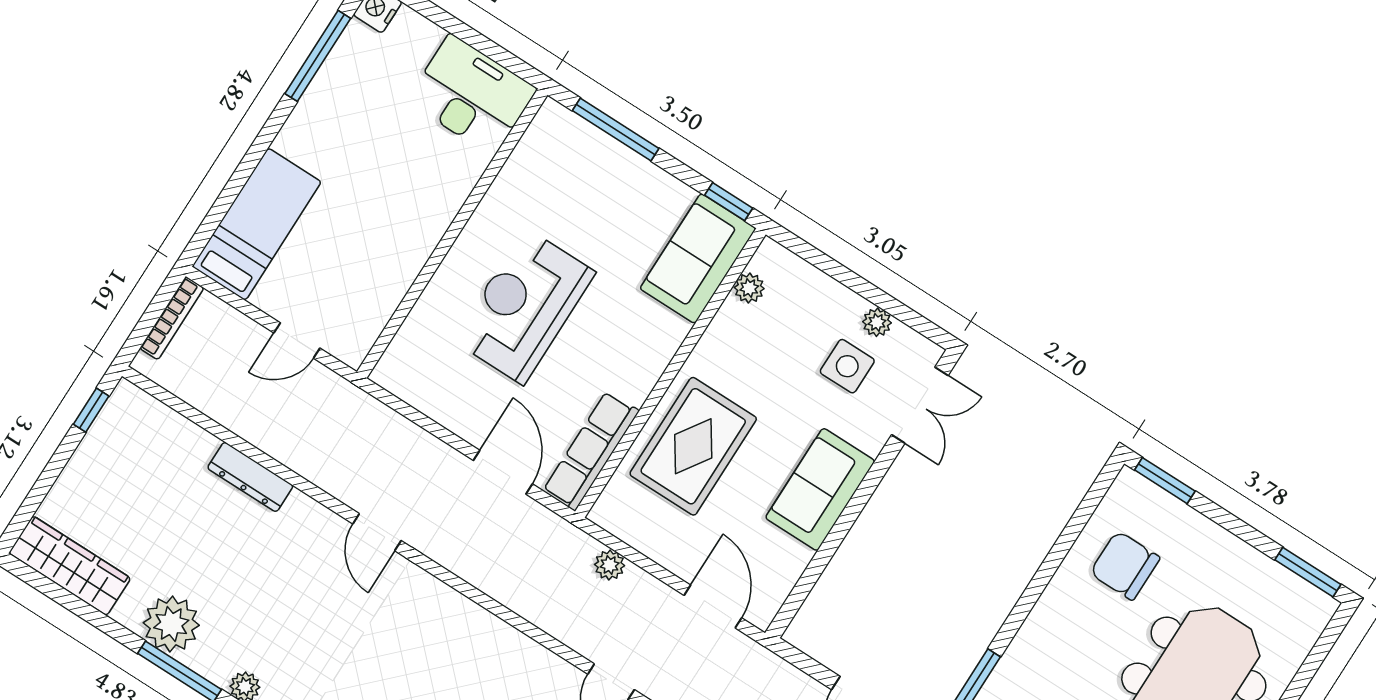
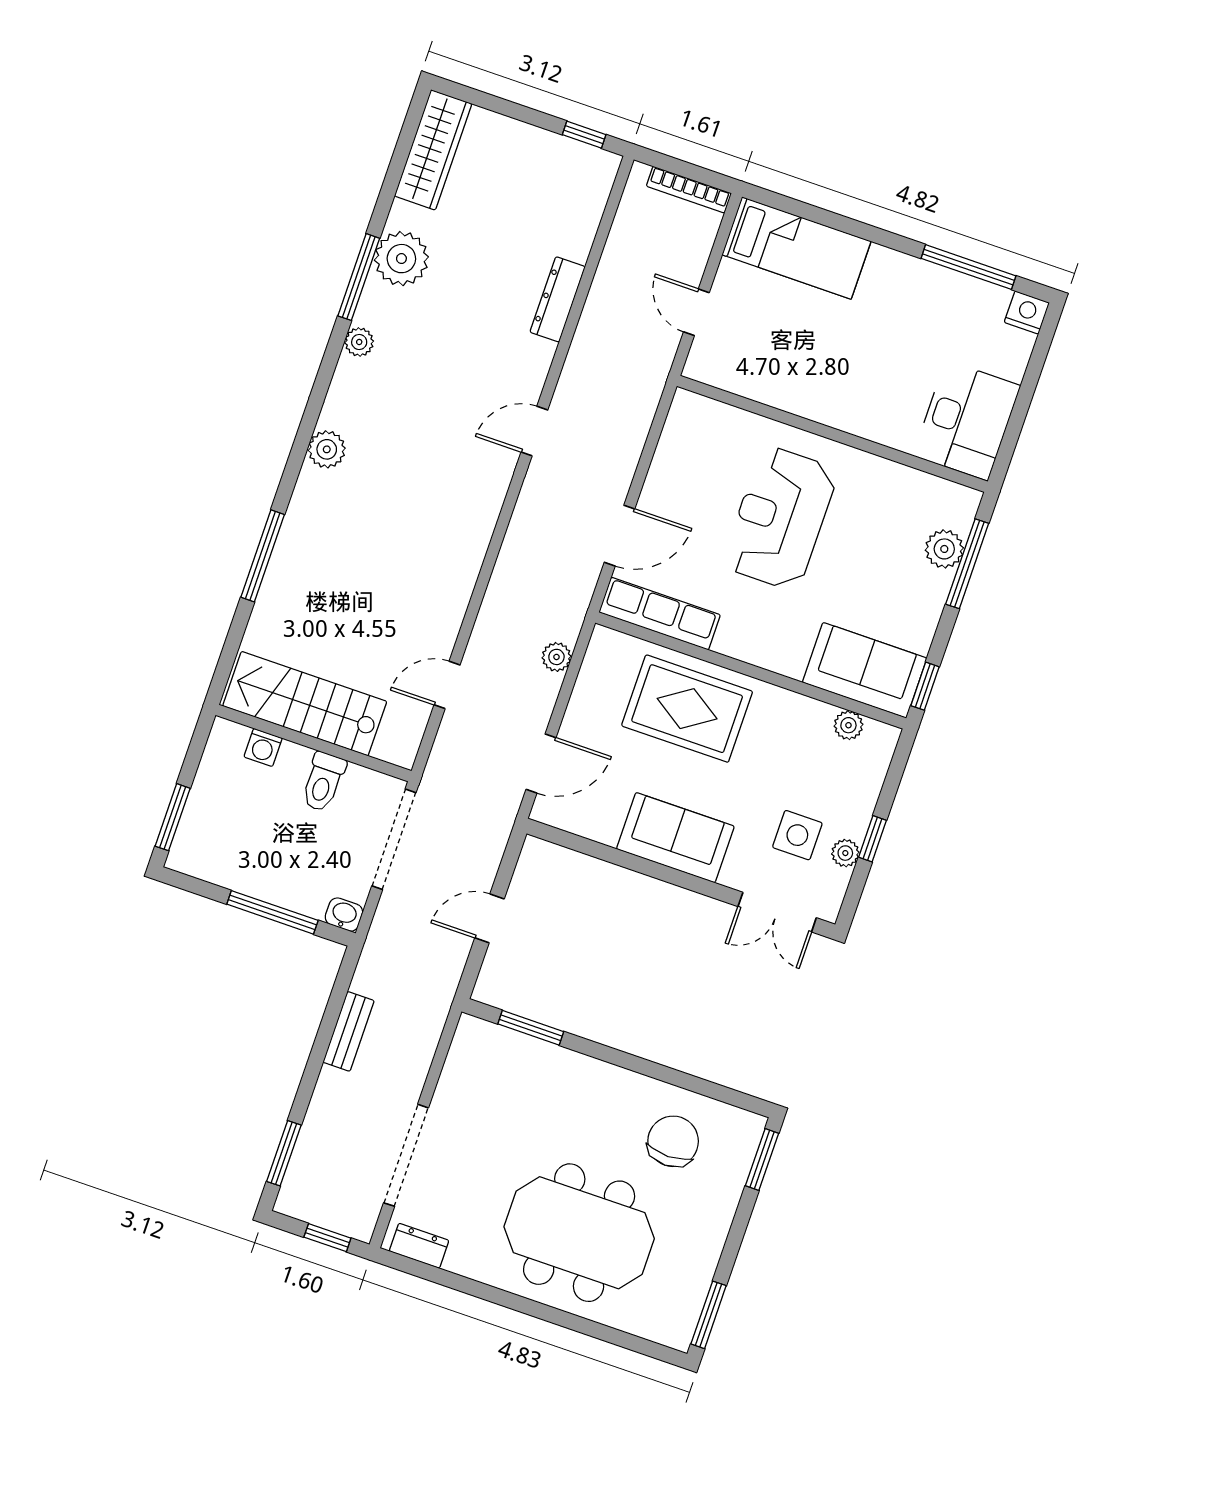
plant: (595, 149) -> (944, 549), added
window: (869, 292) -> (872, 839), added
reception desk: (524, 306) -> (780, 518), turned -90

